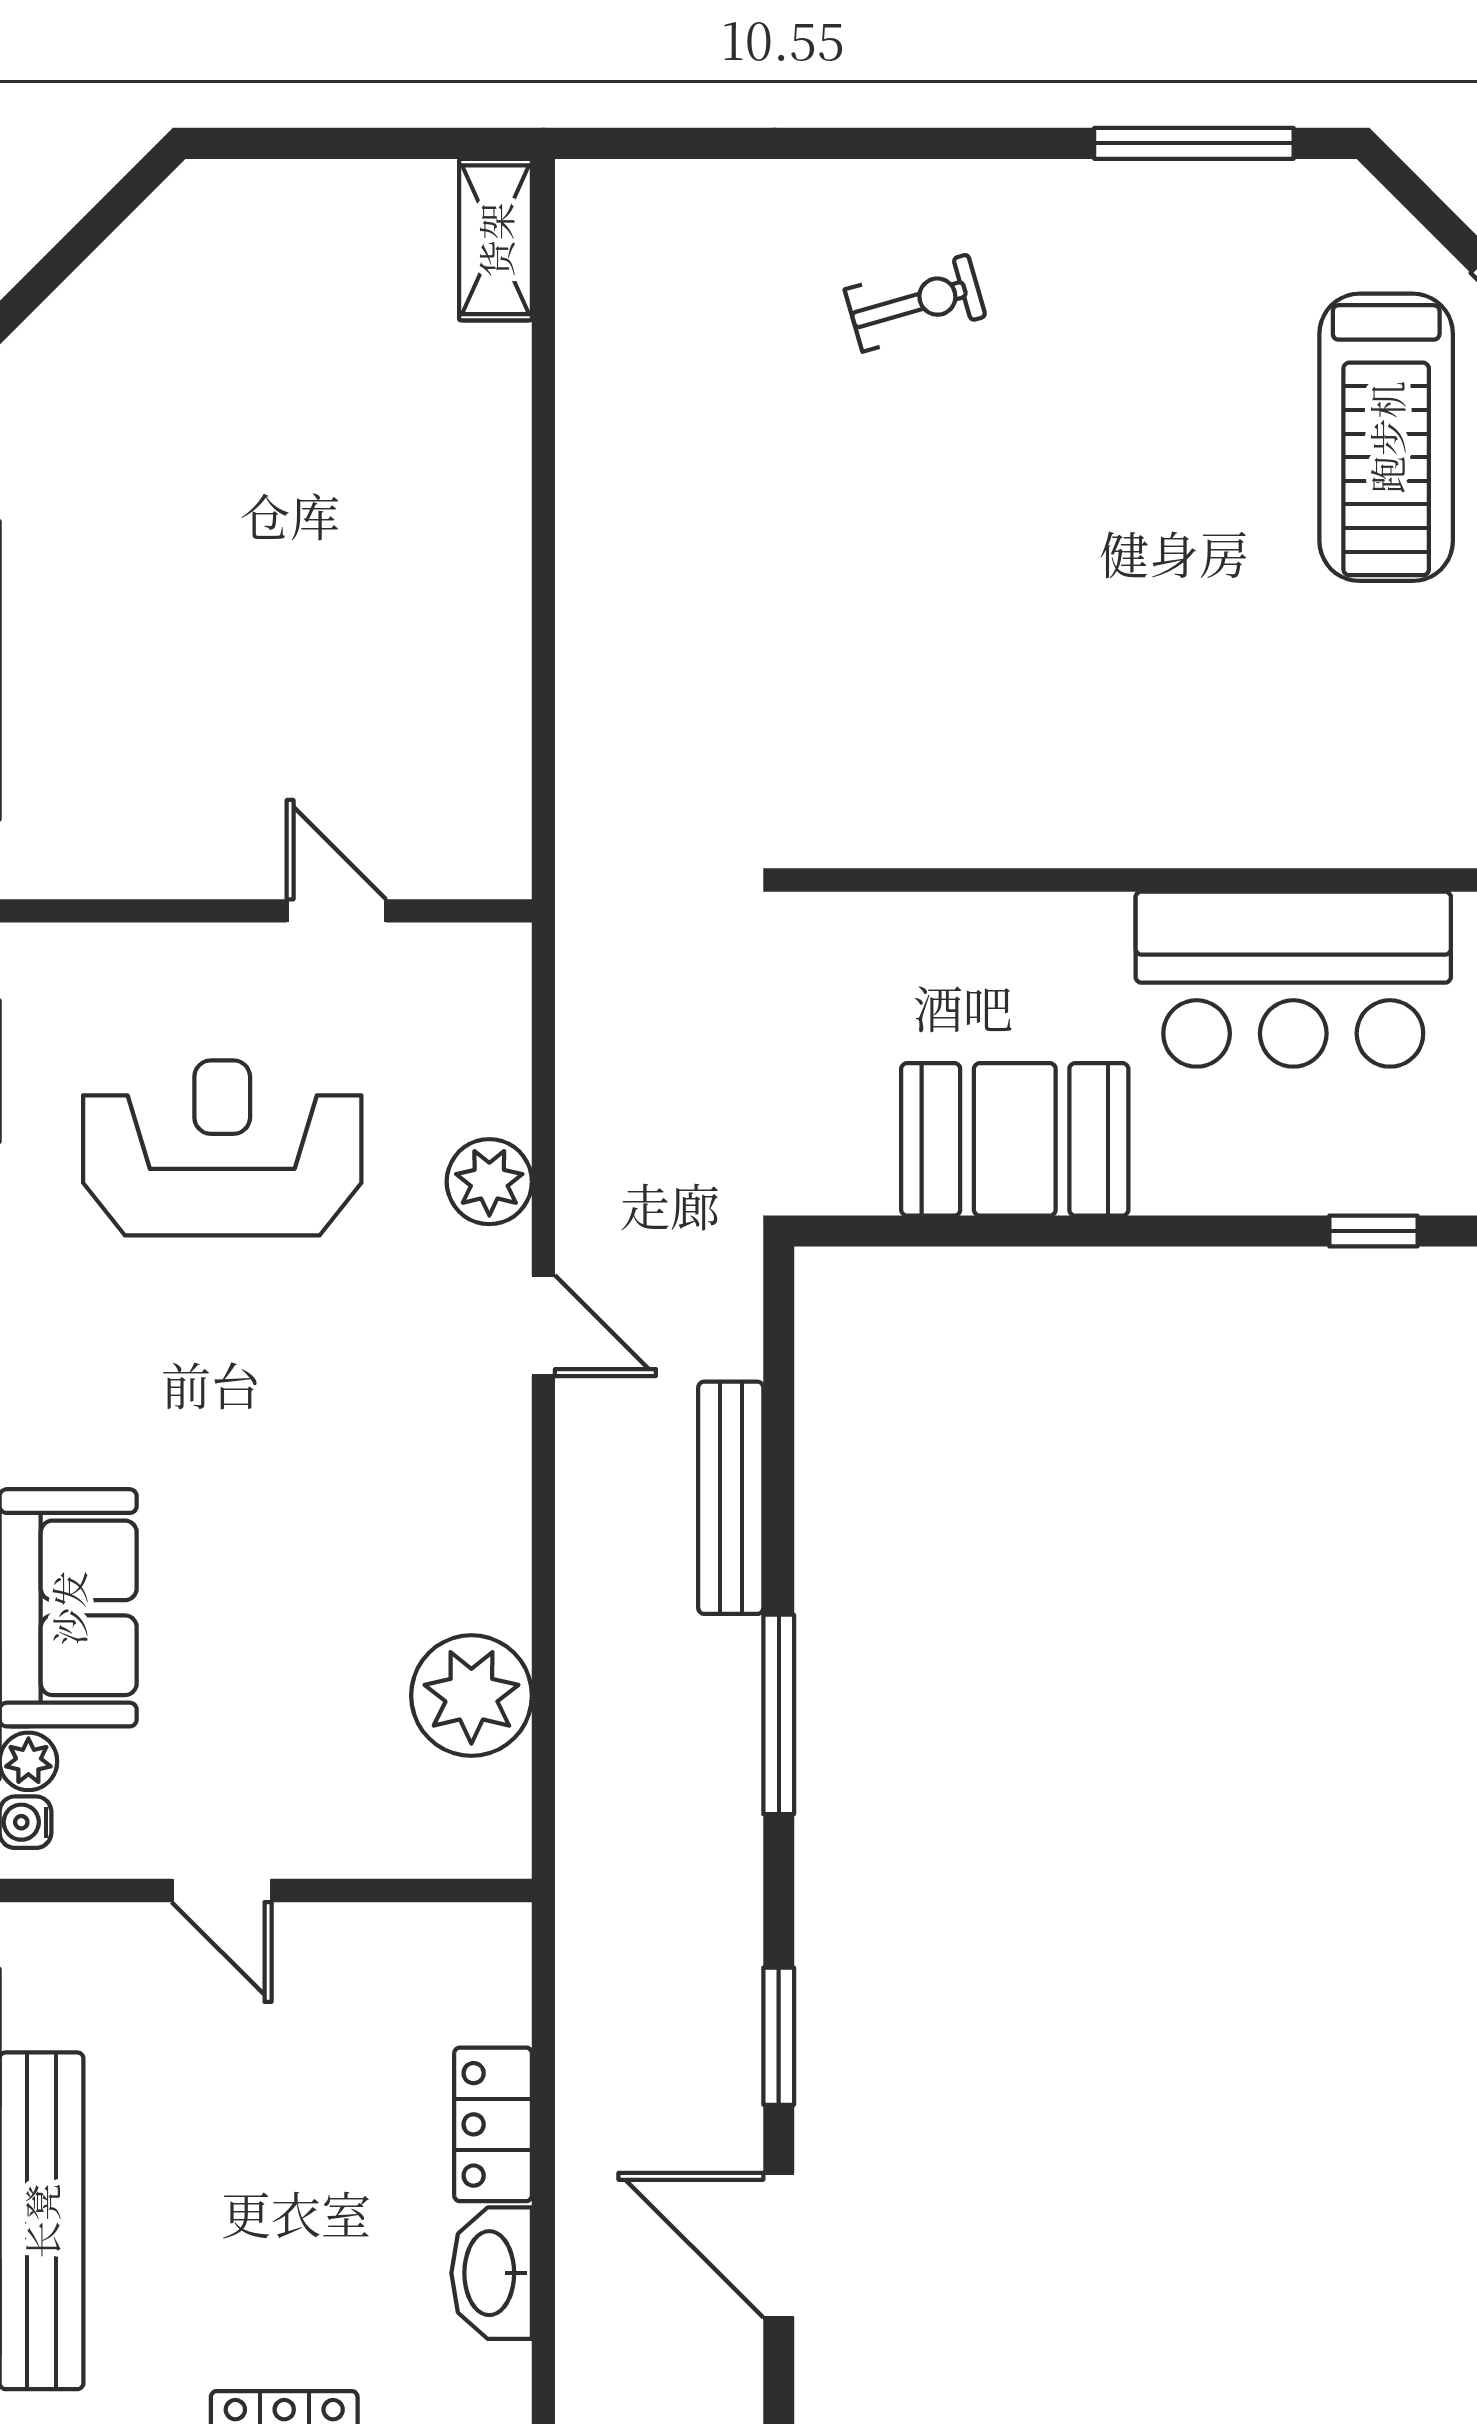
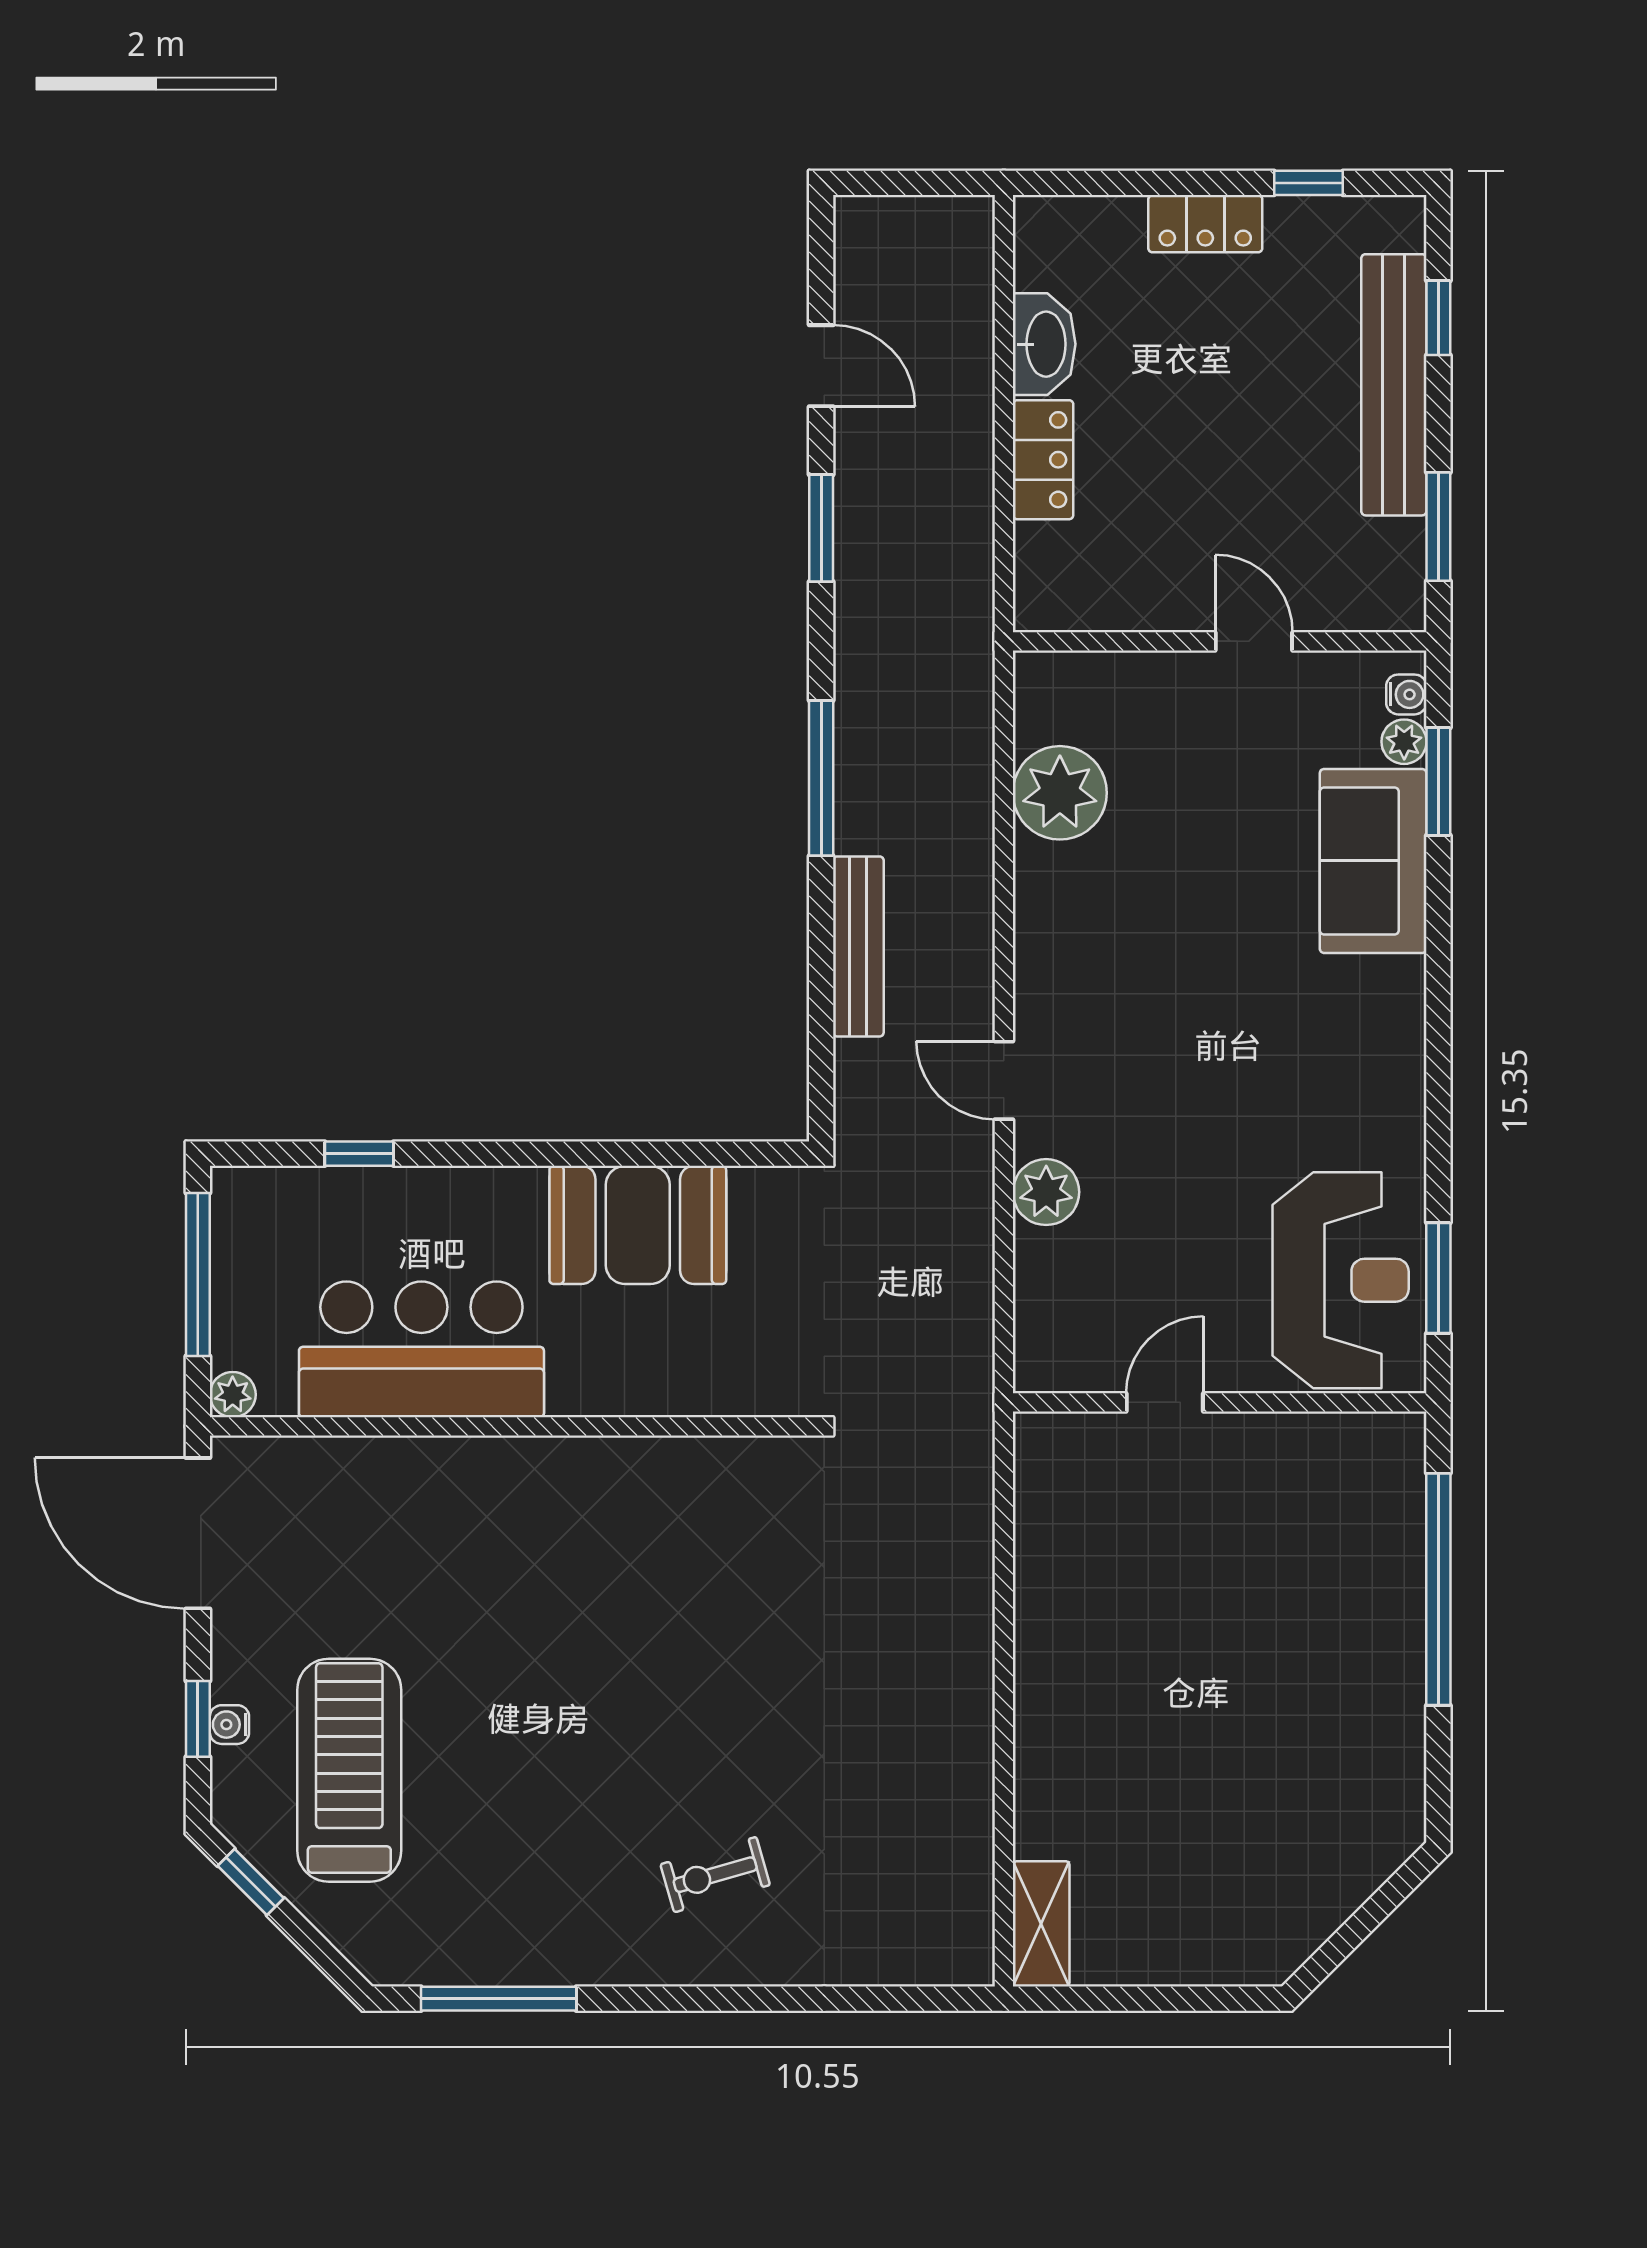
door: (336, 911) -> (1165, 1402), swing flipped
reception desk: (222, 1148) -> (1341, 1280), moved, turned -90
door: (779, 2245) -> (821, 366), width x0.73

